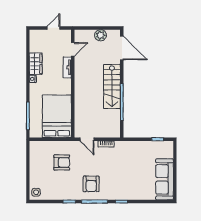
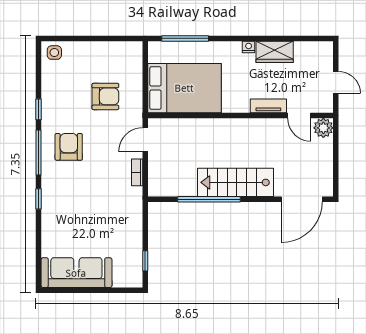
plant: (100, 35) -> (323, 128), moved
armchair: (62, 162) -> (105, 96), turned -90
armchair: (91, 184) -> (69, 147), turned 90

